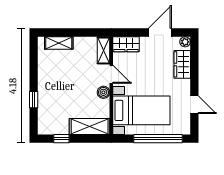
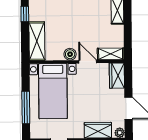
door: (111, 74) -> (88, 62), swing flipped
window: (158, 139) -> (26, 107), width x0.68

